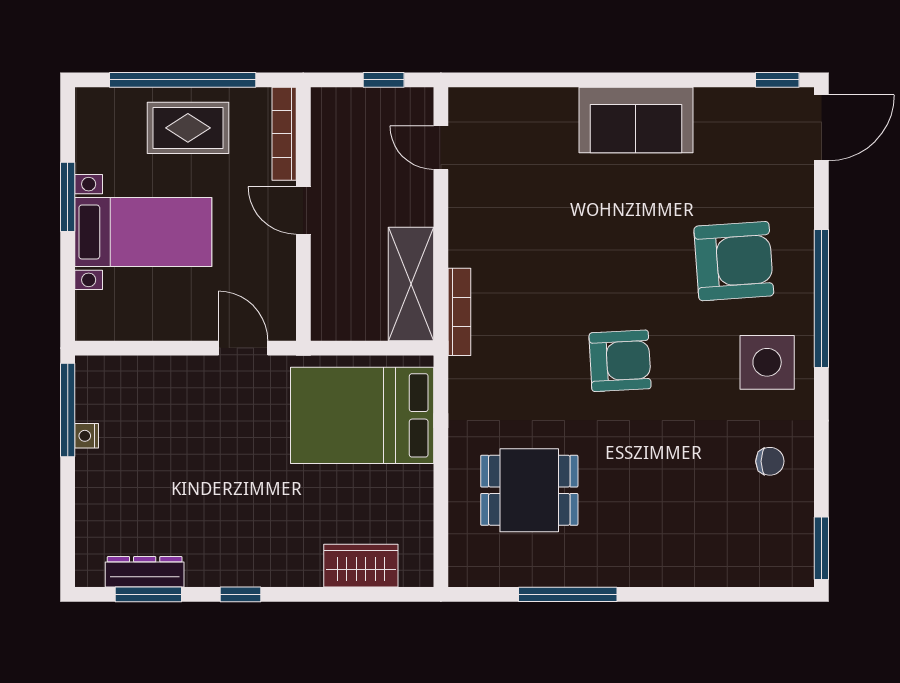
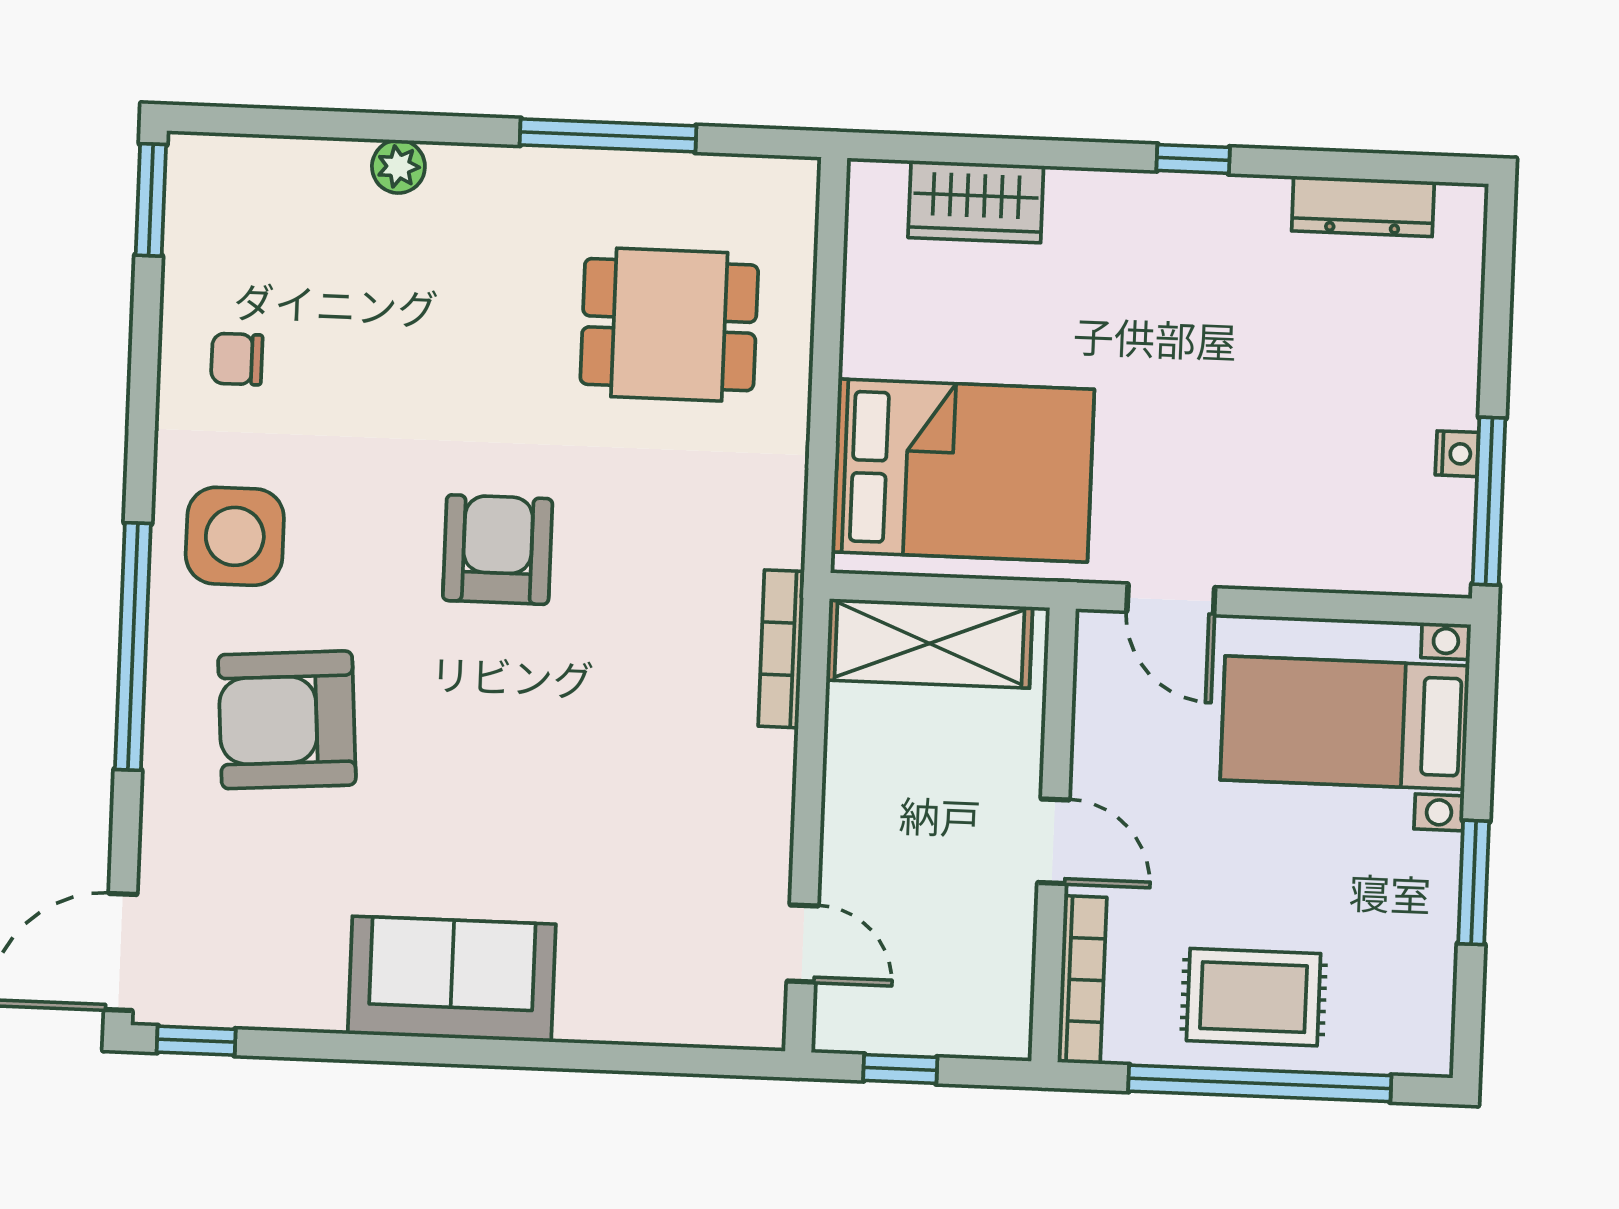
bed with nightstands: (143, 232) -> (1345, 723), moved
shelving: (411, 284) -> (929, 643), moved, turned 90
armchair: (620, 361) -> (498, 550), turned 93
plant: (684, 572) -> (398, 167), added
window: (148, 594) -> (1358, 166), removed

